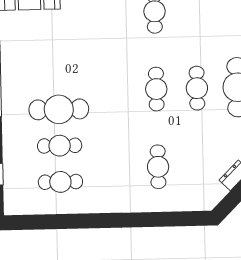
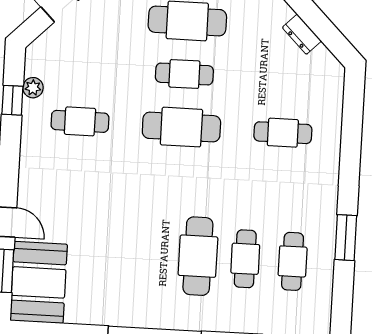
cafe table: (156, 89) -> (181, 127), width x1.37, depth x1.35
window: (82, 221) -> (346, 238), added

